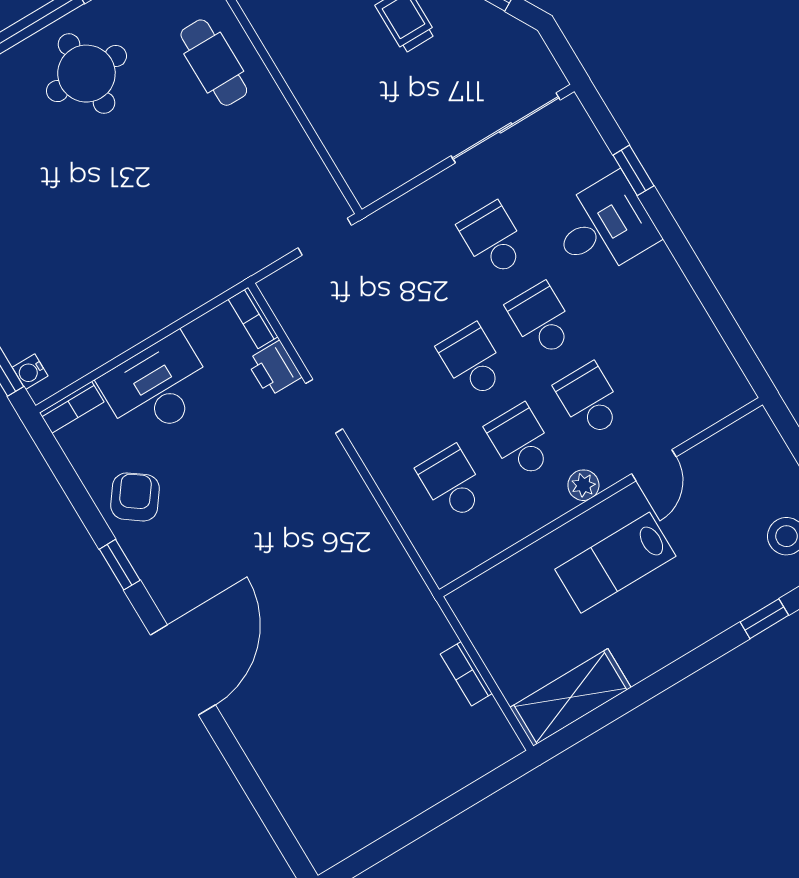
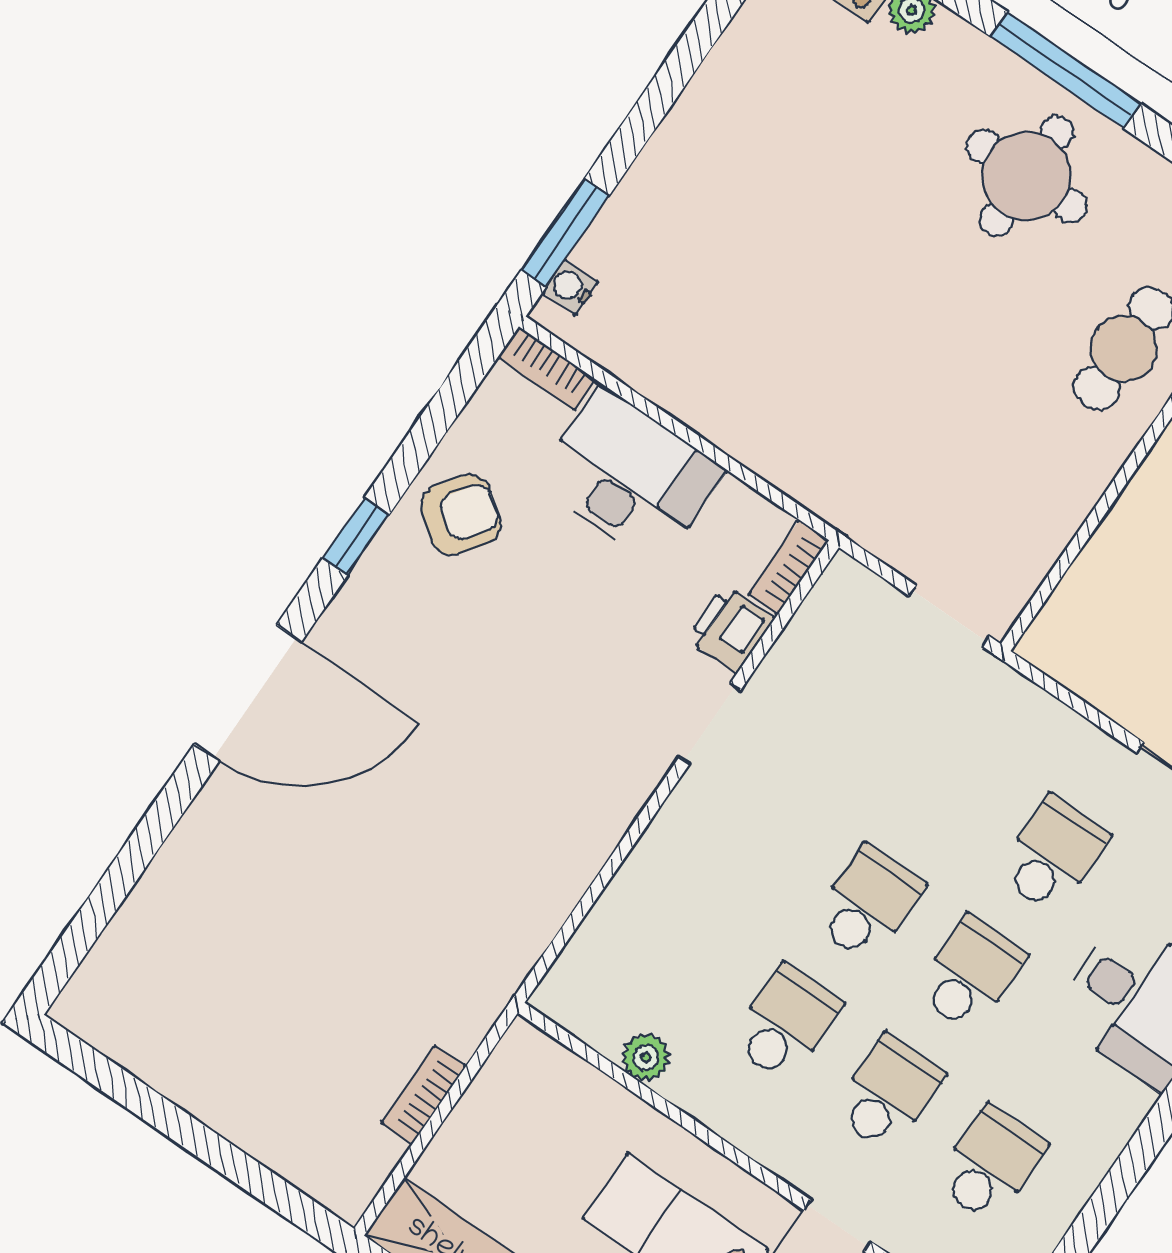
school desk: (452, 483) -> (990, 1164), moved
plant: (583, 485) -> (646, 1058), moved

